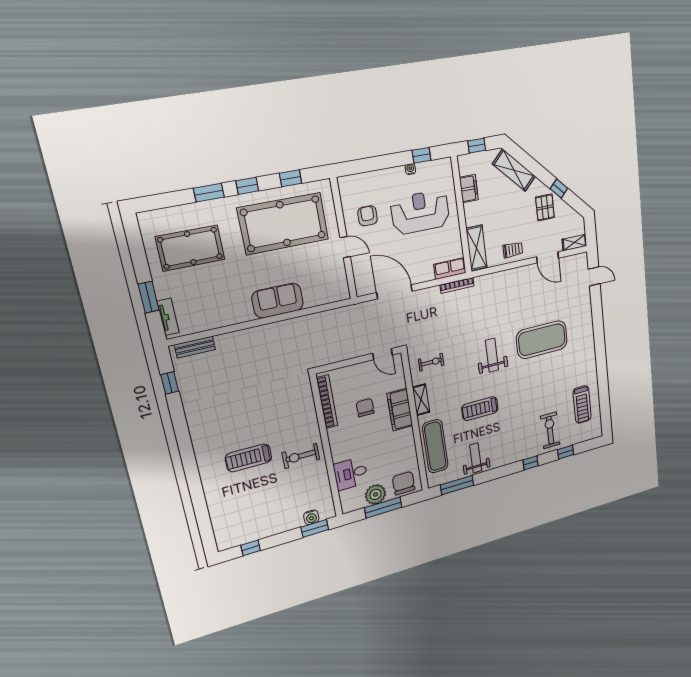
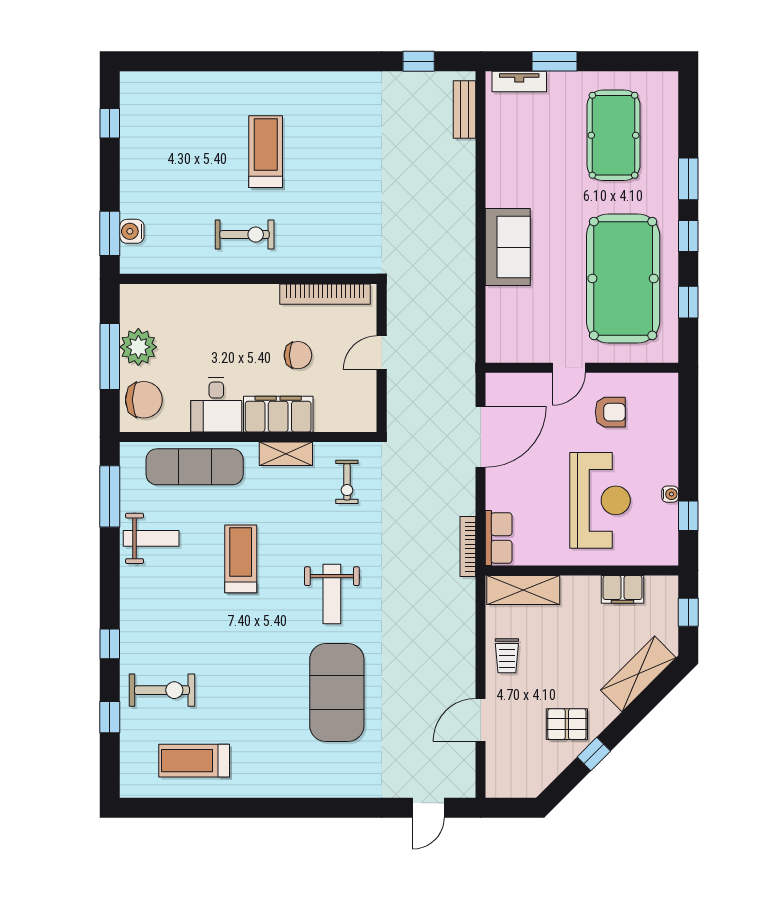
shelving: (574, 243) -> (496, 774), removed
door: (382, 354) -> (382, 353), moved
weight bench: (492, 355) -> (332, 594), turned 90
exercise bike: (301, 456) -> (245, 235), turned 90
desk: (351, 474) -> (216, 405), moved, turned 180

